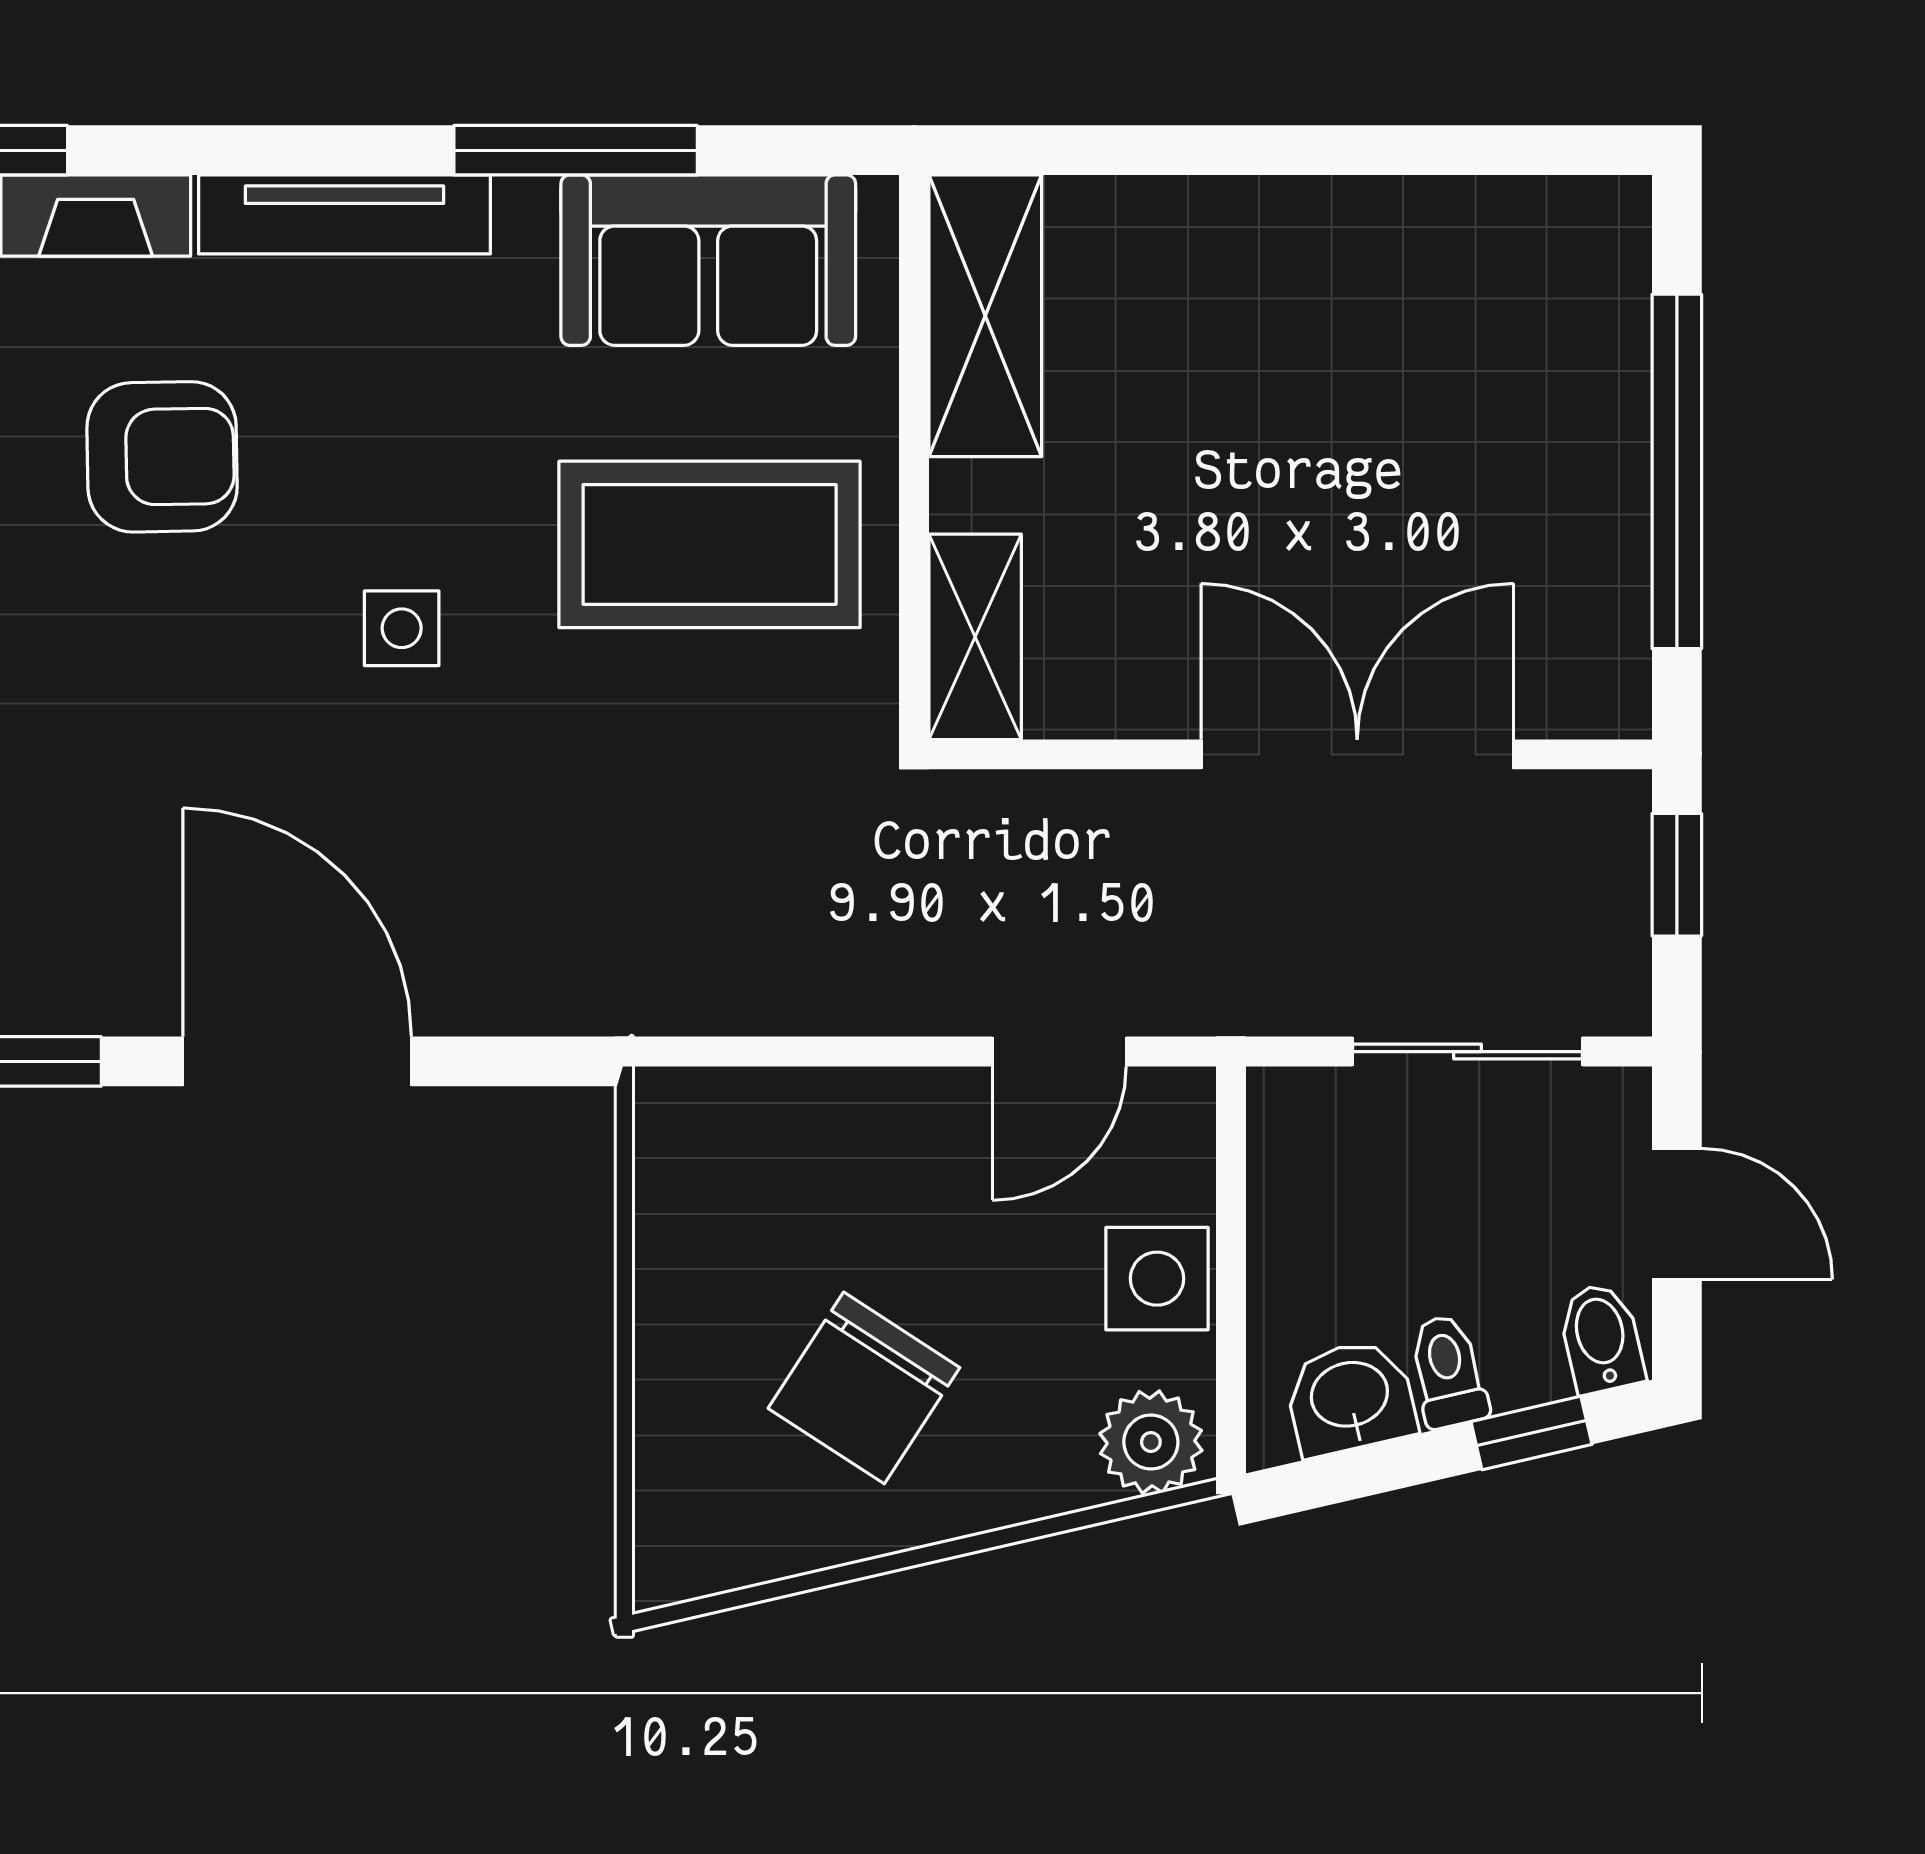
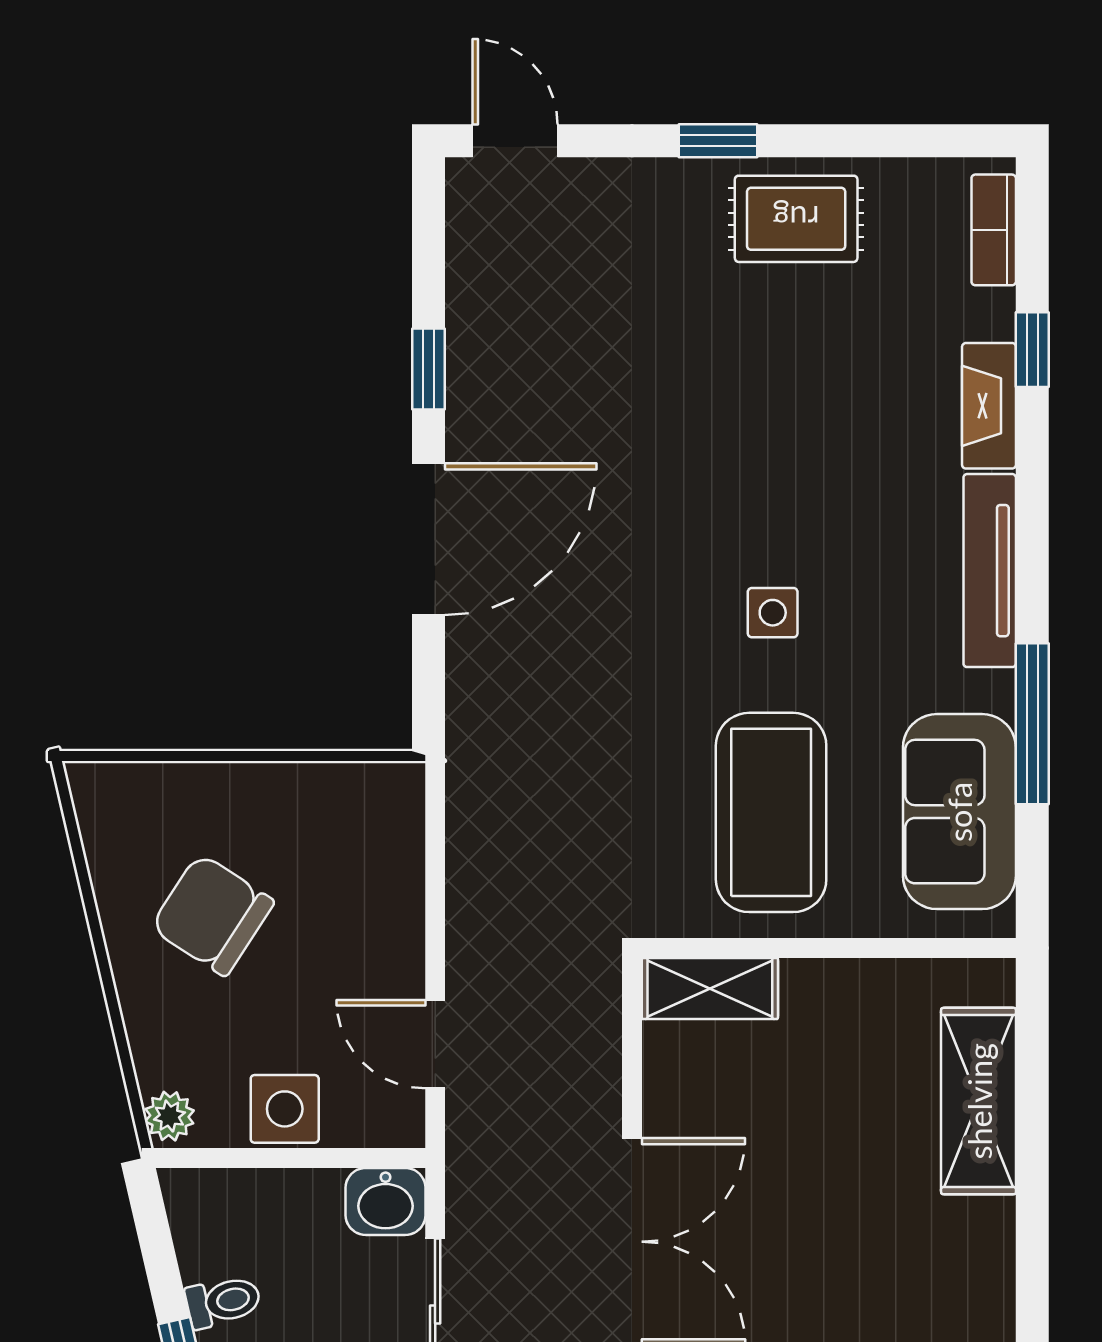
shelving: (985, 316) -> (979, 1101), moved, turned 90
armchair: (162, 457) -> (829, 450), removed
side table: (402, 628) -> (773, 613), moved
washbasin: (1350, 1397) -> (386, 1201), moved, turned 103
plant: (1151, 1442) -> (169, 1116), width x0.73, depth x0.73

